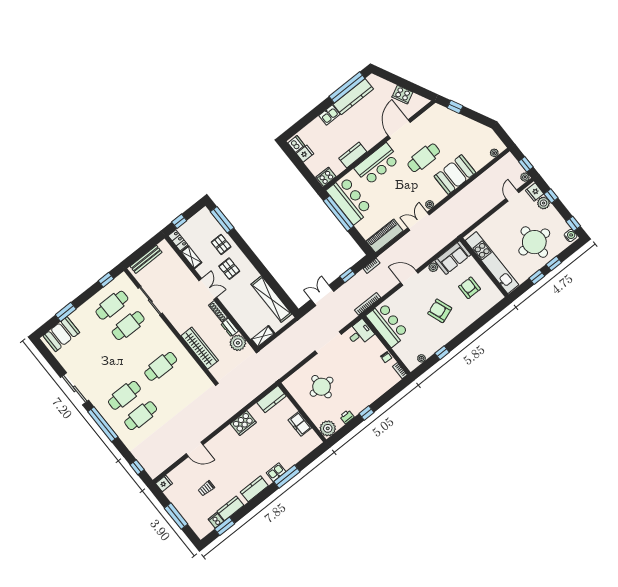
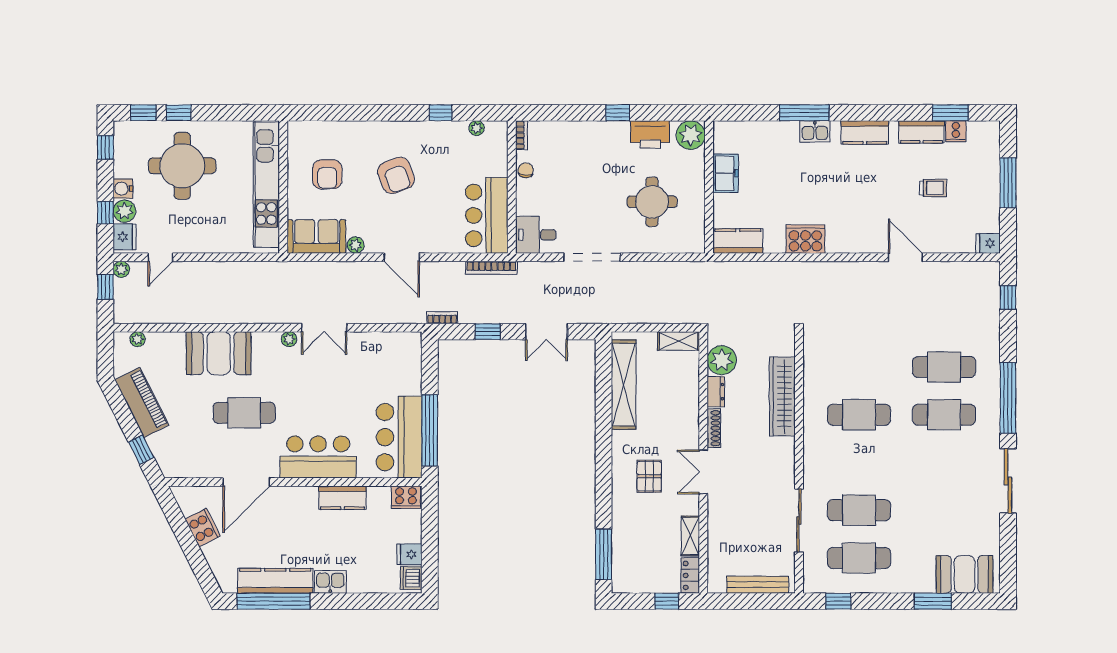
piano: (385, 236) -> (142, 402), moved, turned -117
water cooler: (570, 236) -> (123, 189), moved
pallet: (221, 244) -> (633, 520), removed
window: (537, 277) -> (143, 113), moved
printer: (347, 417) -> (650, 134), width x1.87, depth x1.48

